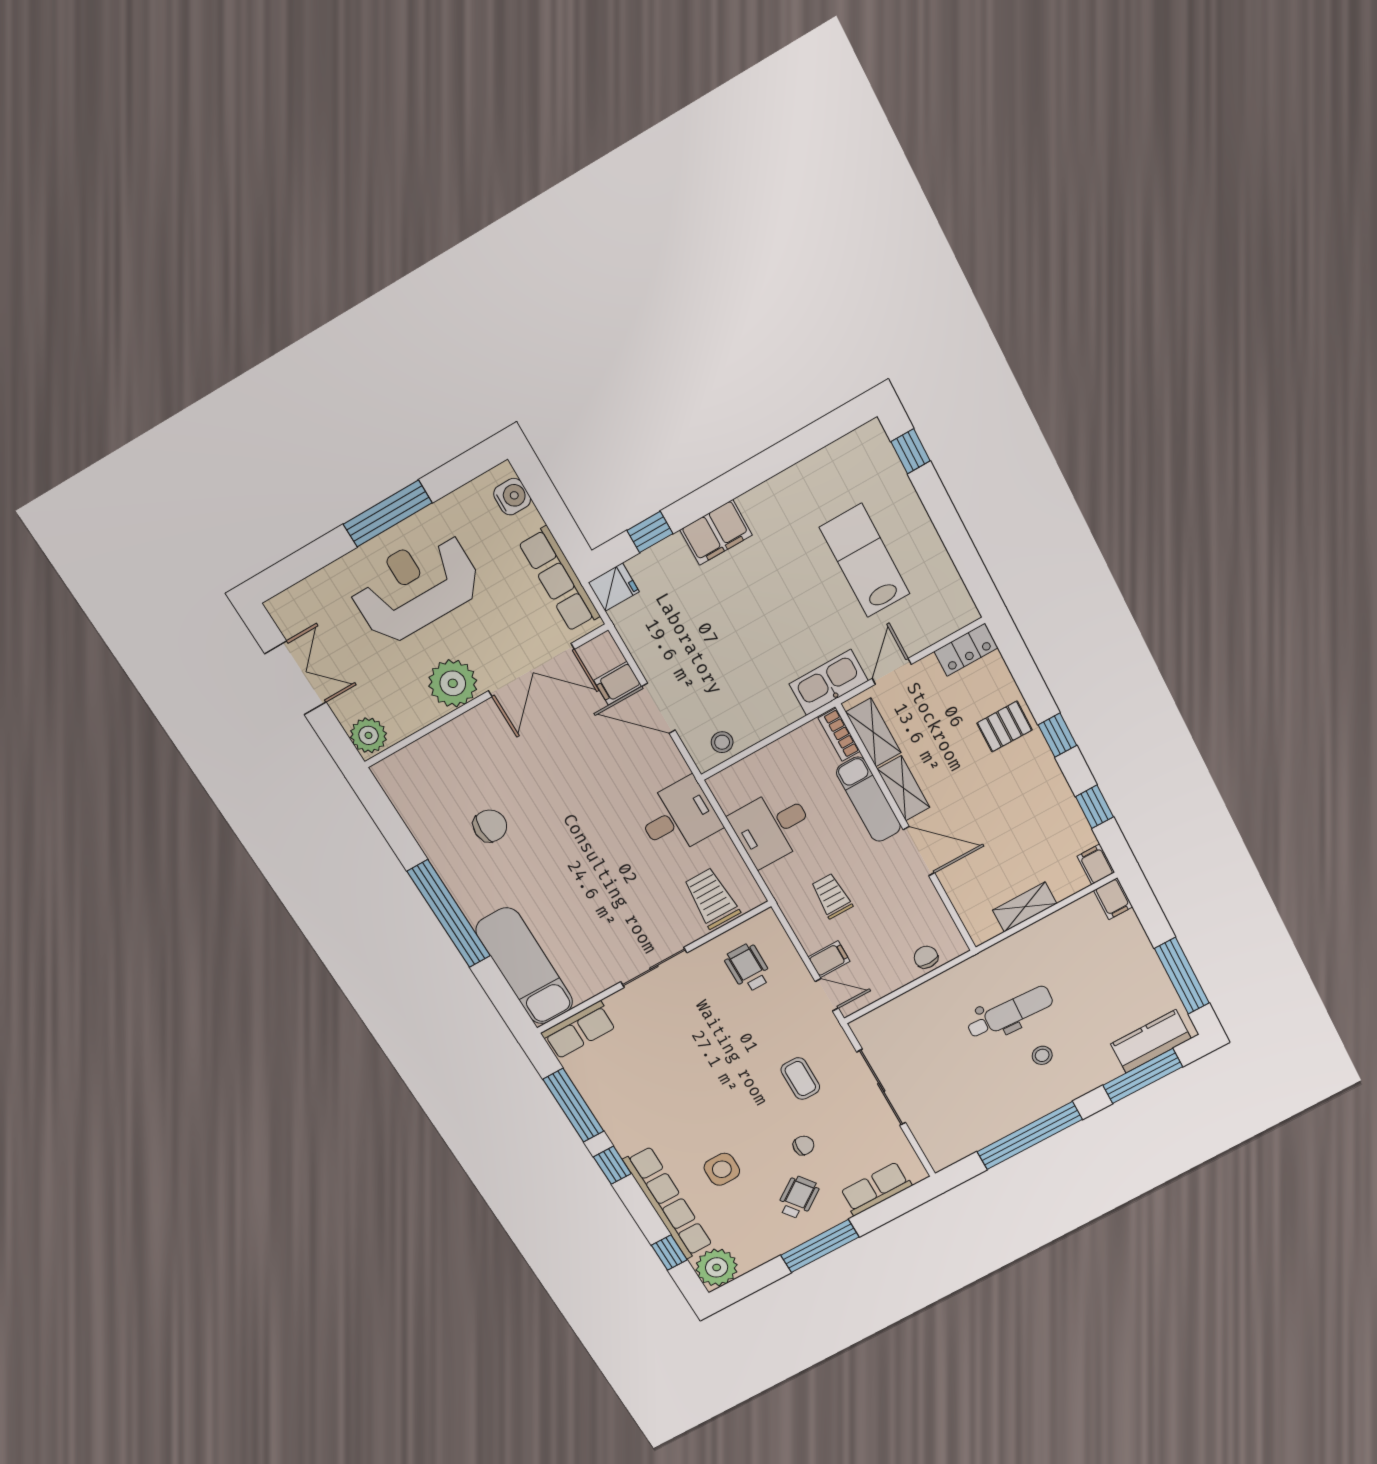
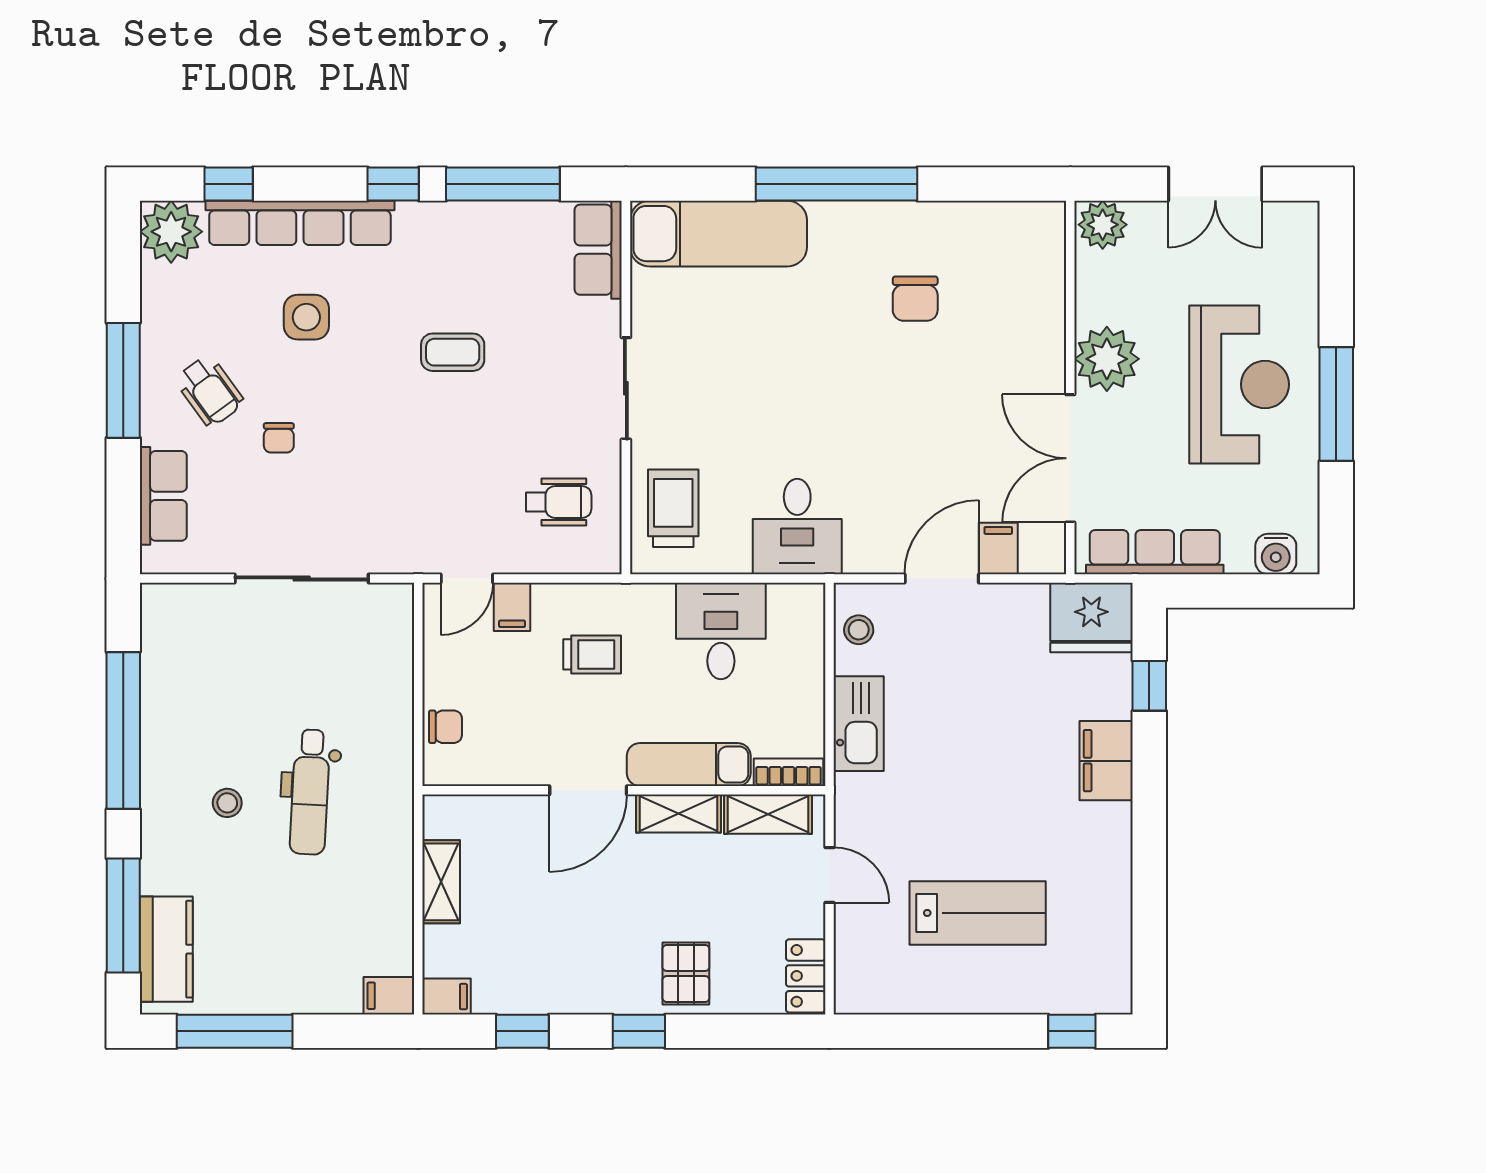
fridge: (614, 587) -> (1091, 618), width x1.88, depth x1.34
kitchen sink: (829, 682) -> (859, 724), moved
trolley: (712, 898) -> (673, 508), turned -90
coffee table: (800, 1079) -> (453, 352), moved

